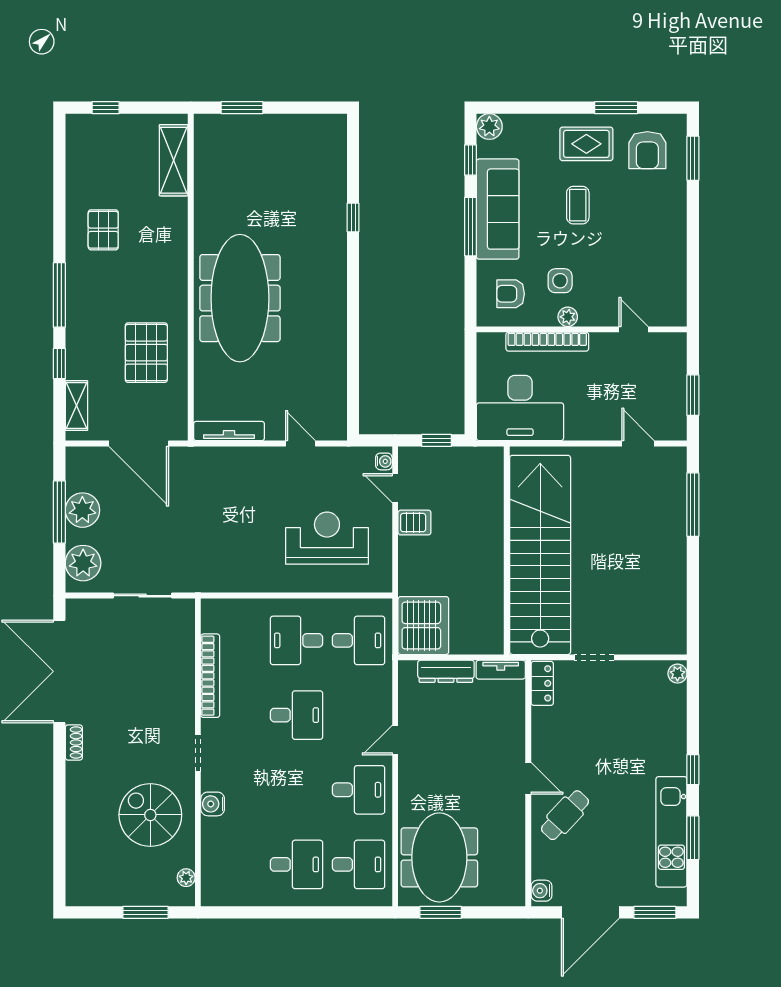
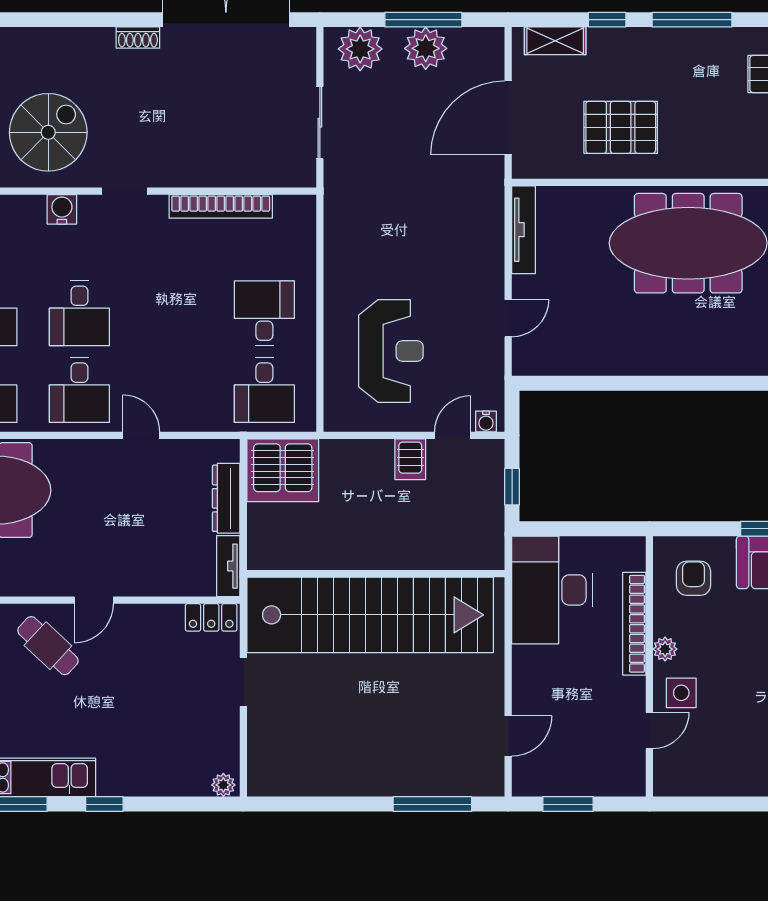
side table: (560, 281) -> (681, 693), moved
desk: (296, 715) -> (79, 313), moved

